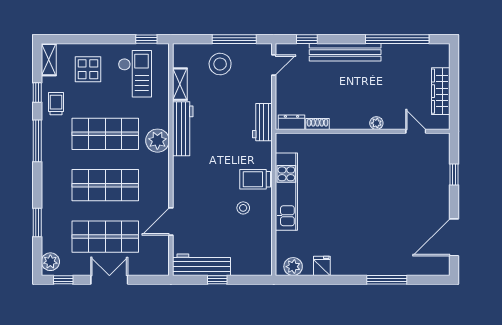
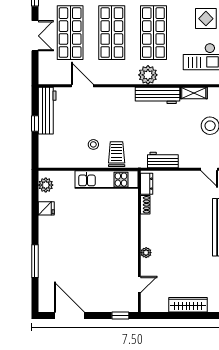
dresser: (291, 122) -> (147, 184), moved
plant: (376, 123) -> (146, 253), moved
shoe rack: (317, 124) -> (145, 205), moved
wall: (363, 131) -> (139, 241), moved
door: (416, 131) -> (139, 284), moved

